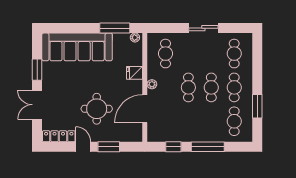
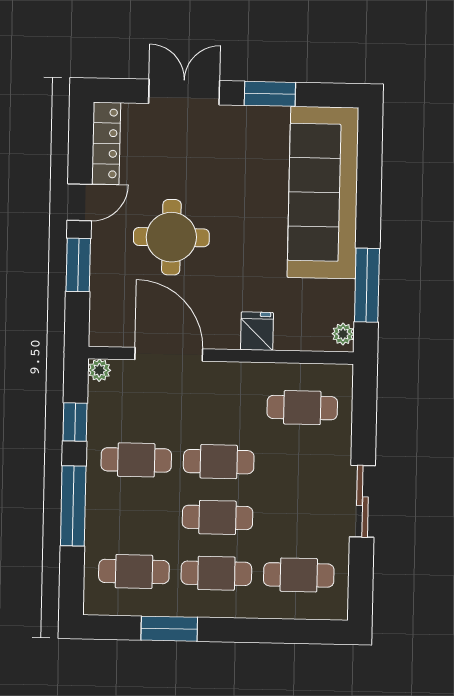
plant: (152, 84) -> (99, 370), moved
cafe table: (188, 121) -> (136, 460), added

